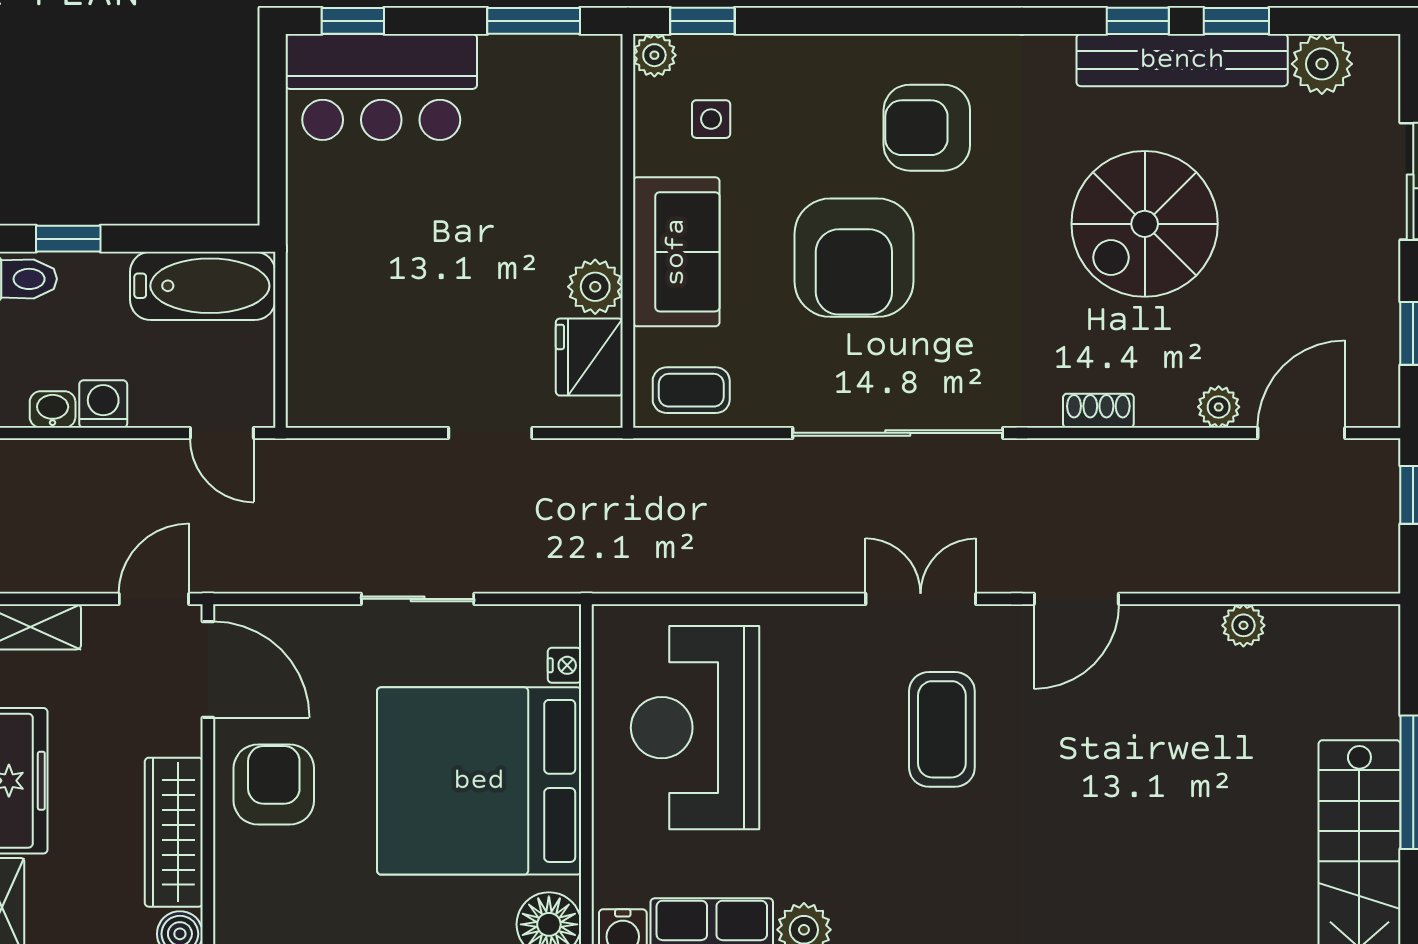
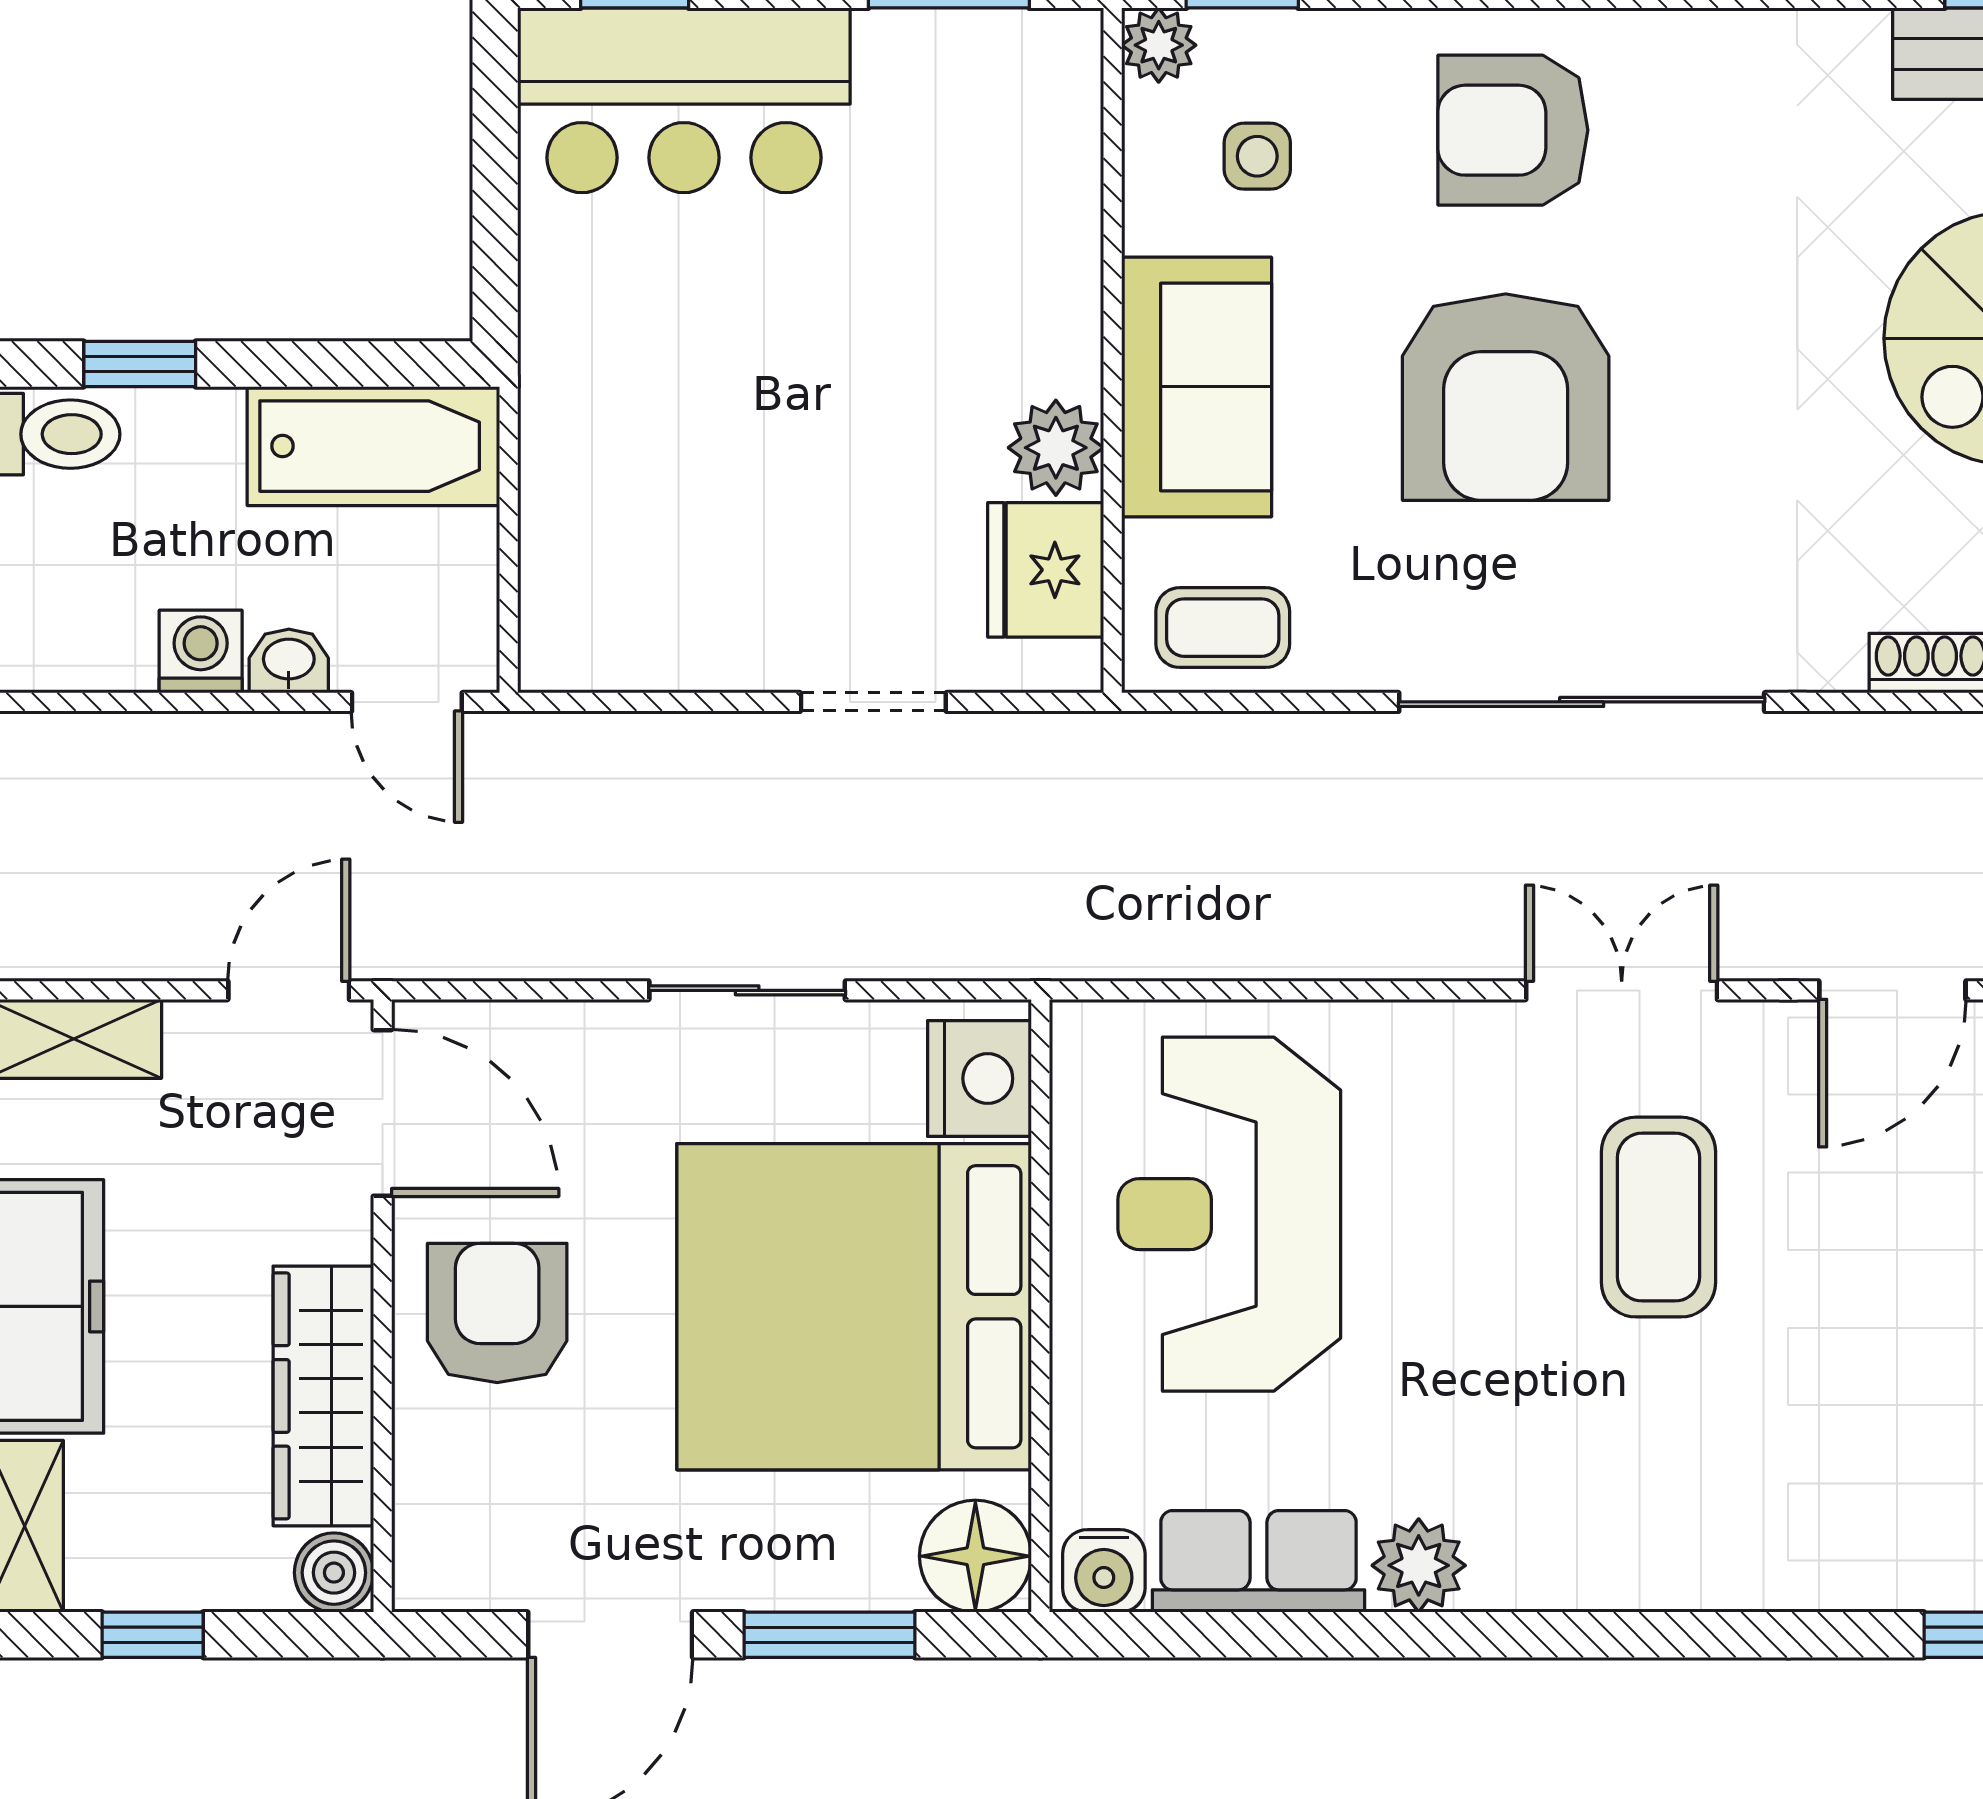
armchair: (927, 128) -> (1513, 130), moved
washbasin: (53, 409) -> (289, 661), moved
nightstand: (565, 665) -> (979, 1078), width x1.89, depth x1.79

